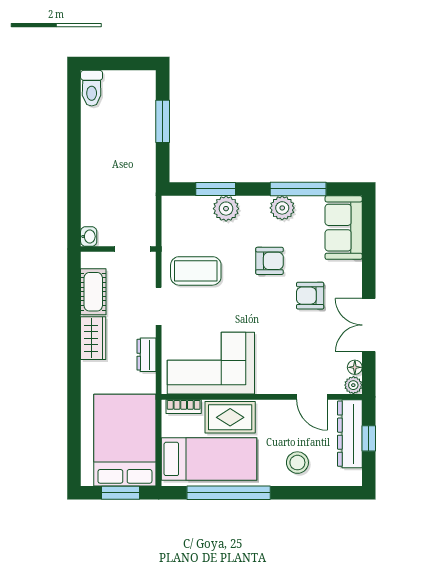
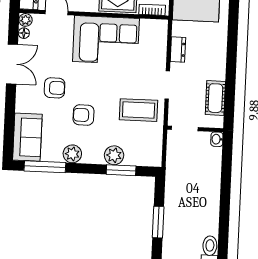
window: (298, 189) -> (45, 167), moved
wardrobe: (93, 338) -> (217, 64), removed
corner sofa: (211, 363) -> (106, 40), moved

